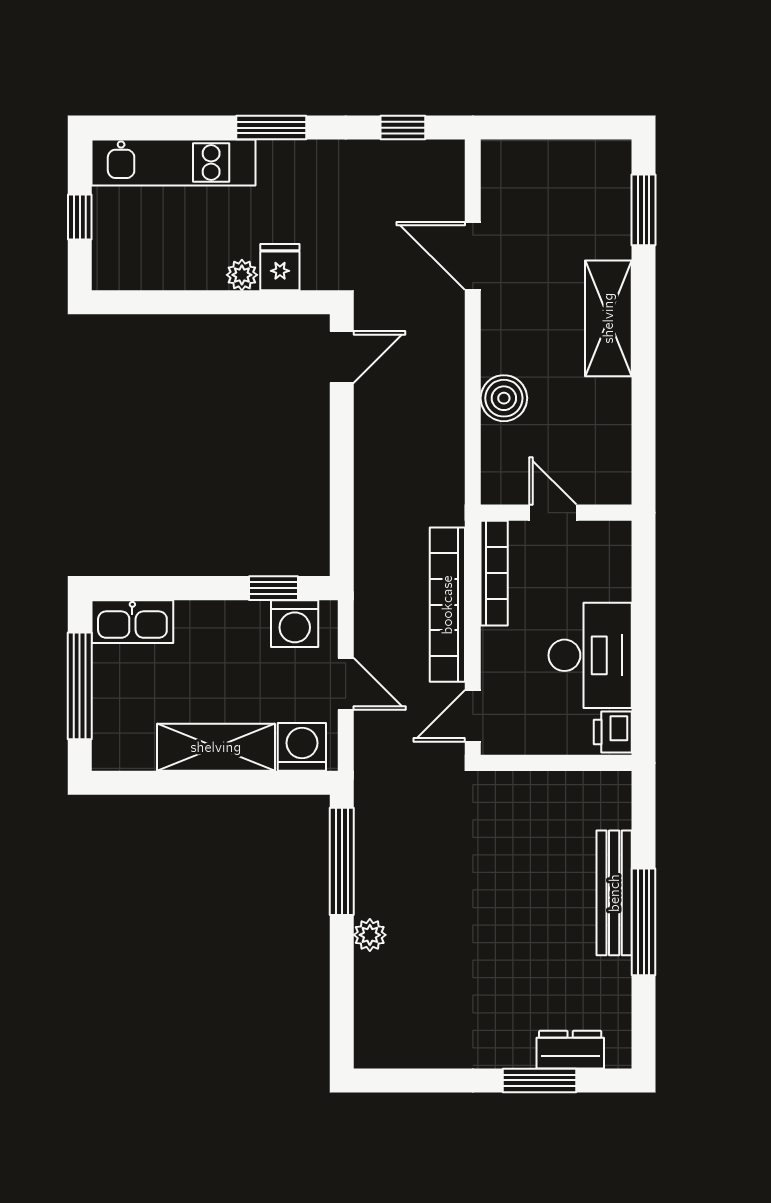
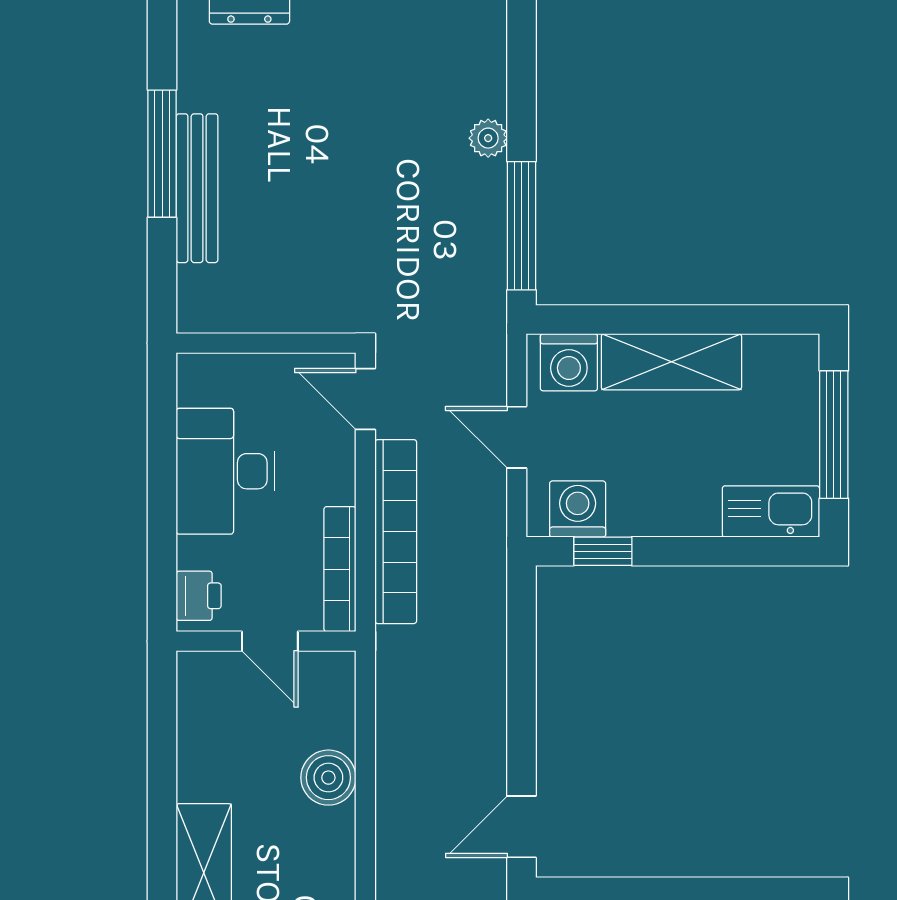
door: (473, 716) -> (365, 399), swing flipped
printer: (613, 732) -> (199, 596), moved

